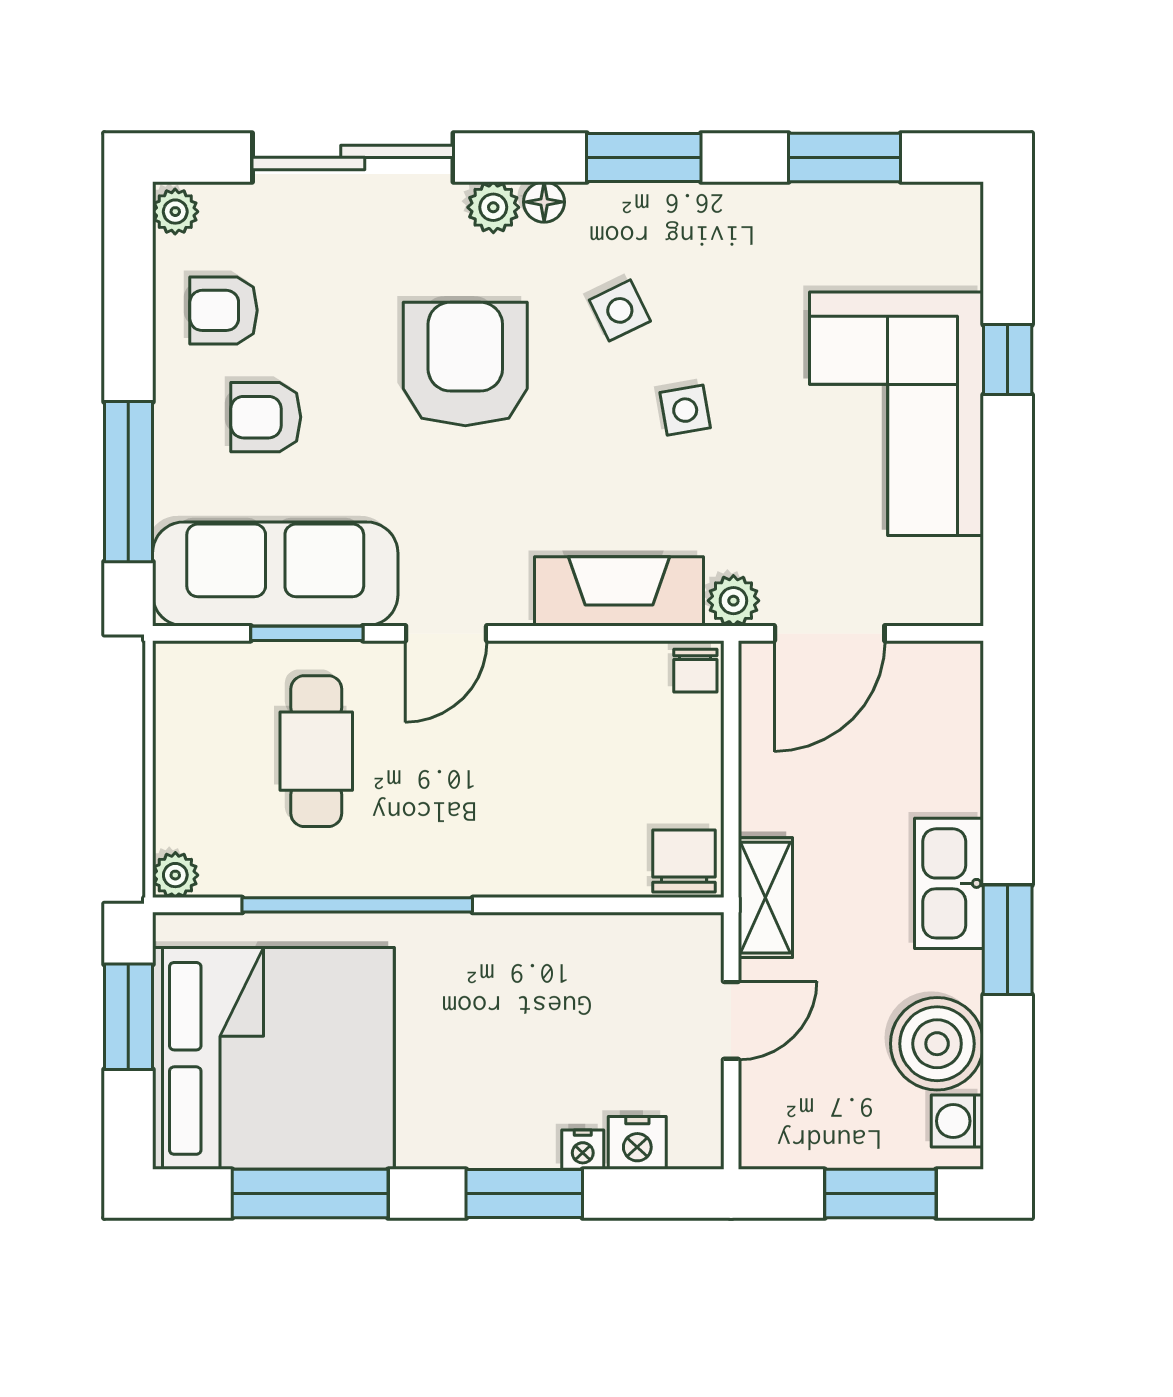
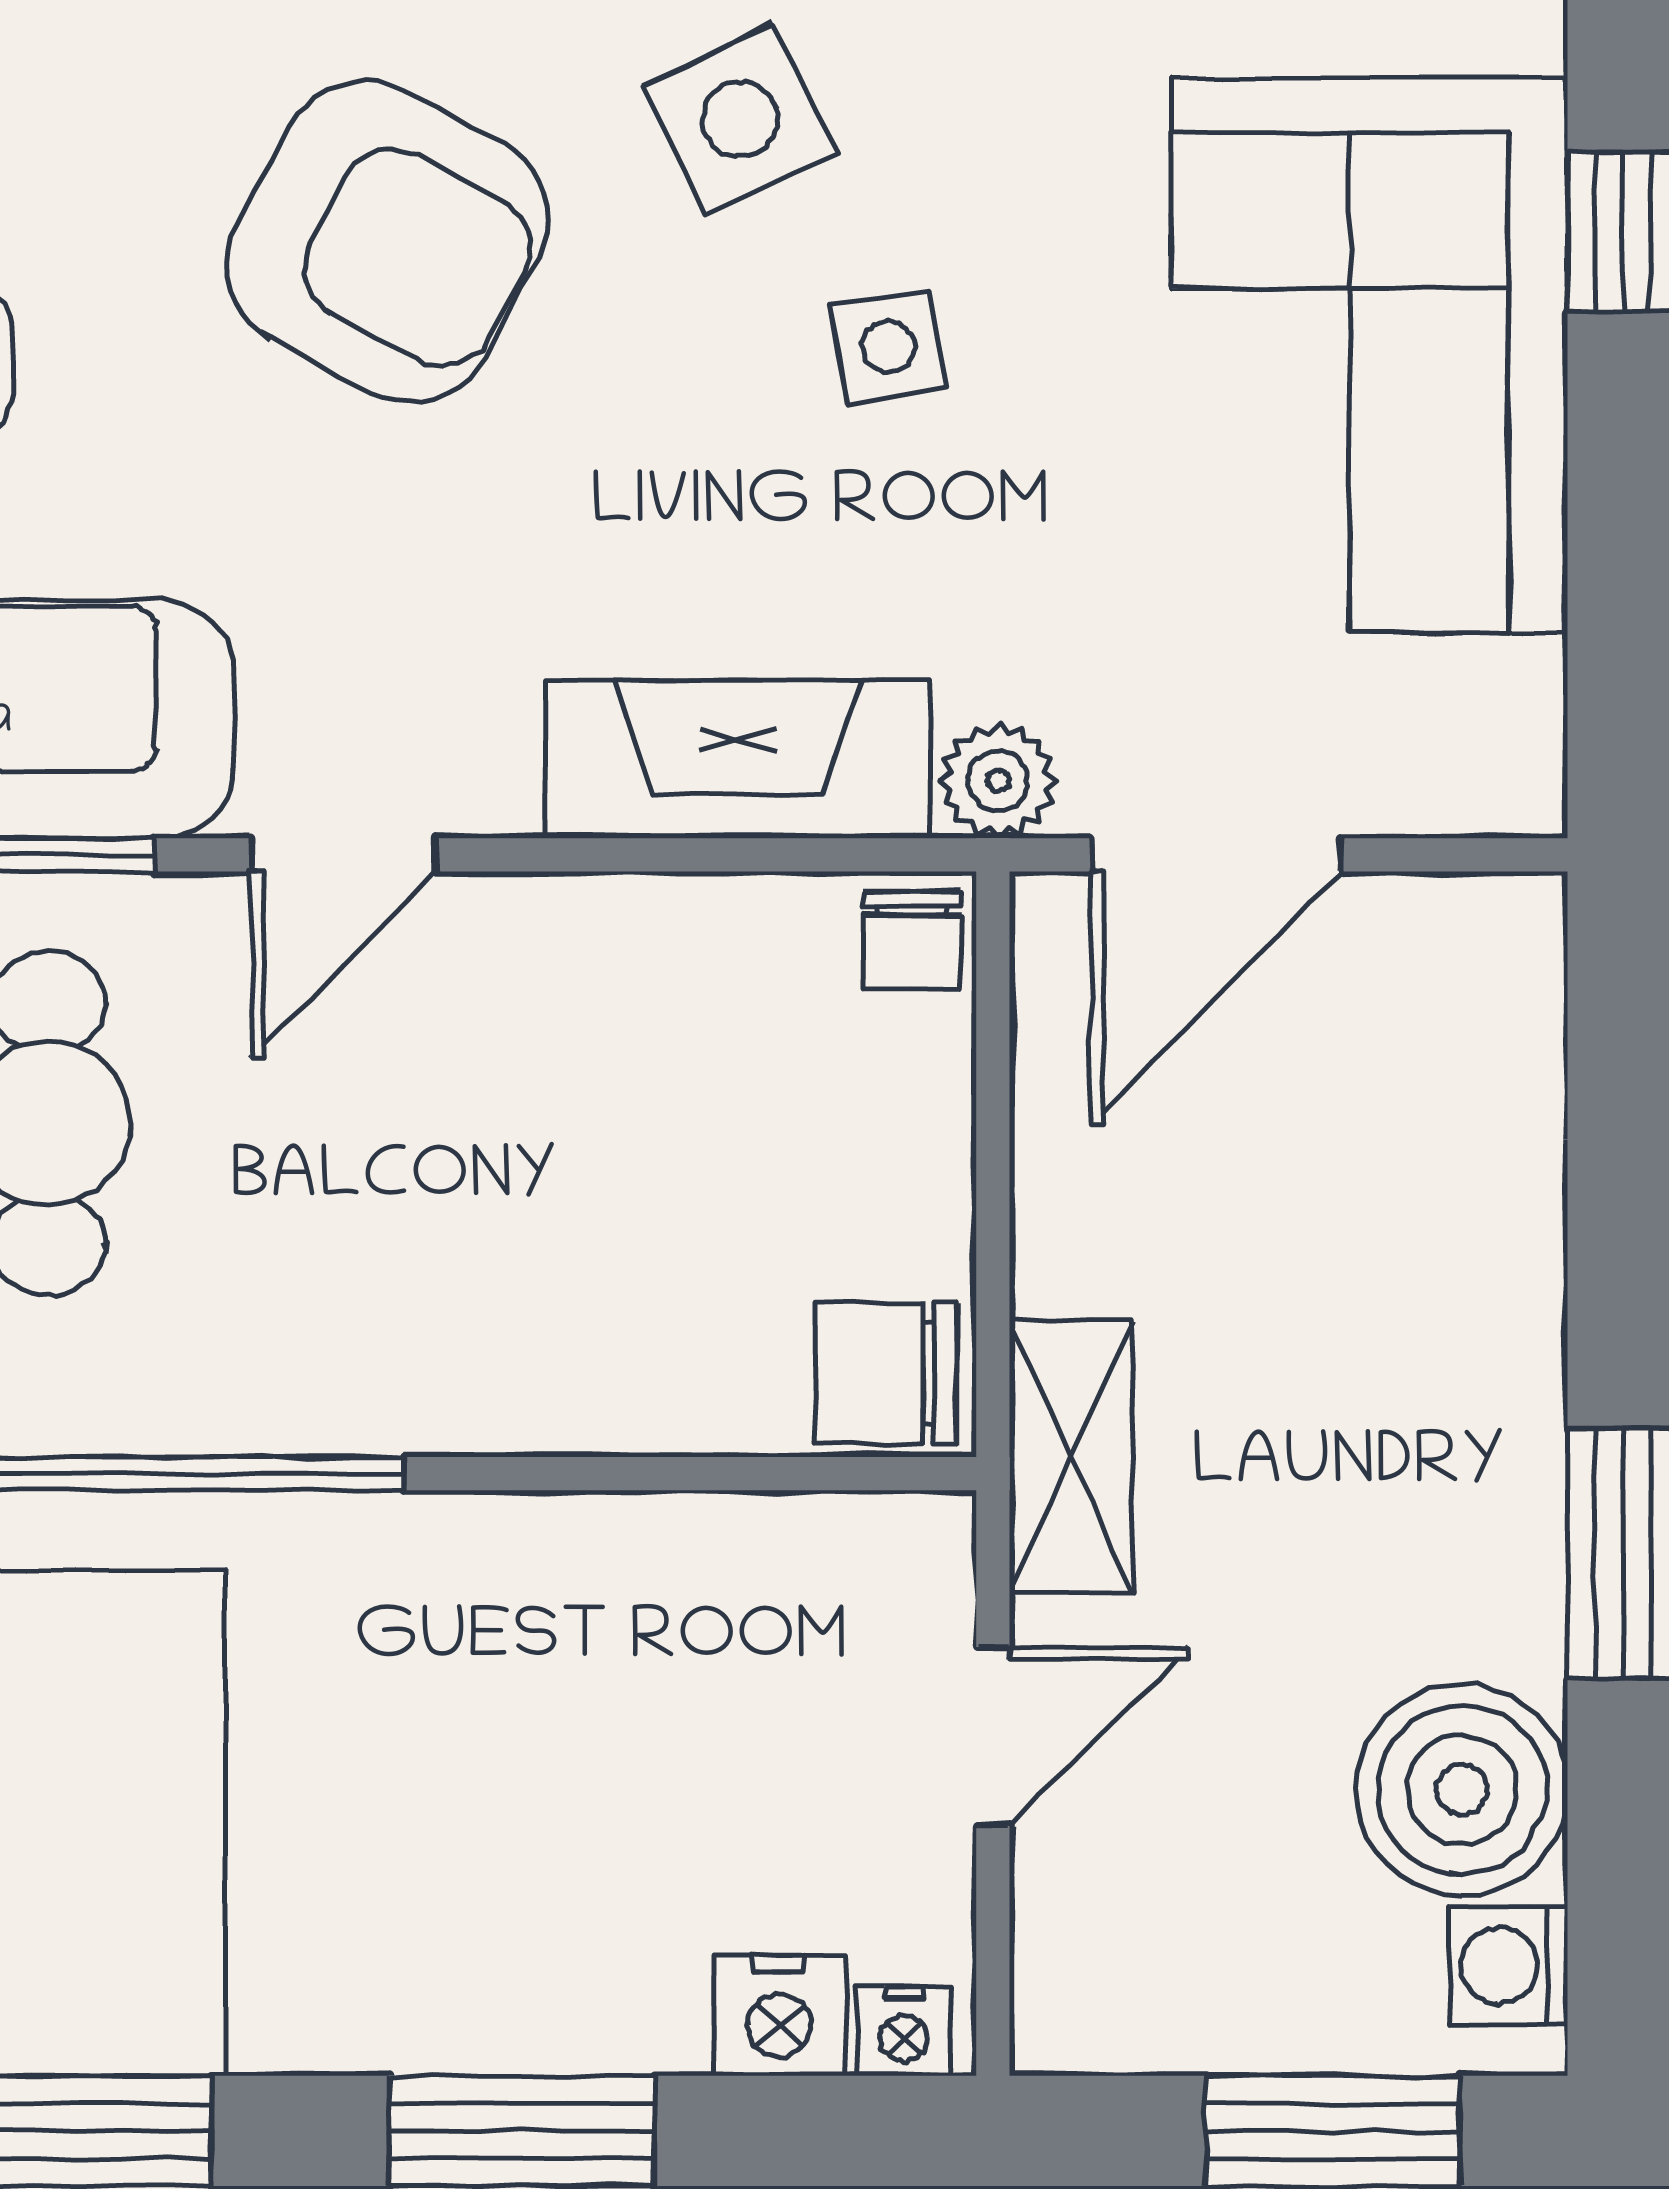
side table: (620, 310) -> (740, 120), width x1.37, depth x1.37
armchair: (465, 364) -> (388, 241), turned 118
chair: (684, 861) -> (886, 1373), turned -90
kitchen sink: (949, 883) -> (1489, 1425), removed
nightstand: (583, 1150) -> (904, 2031), moved

